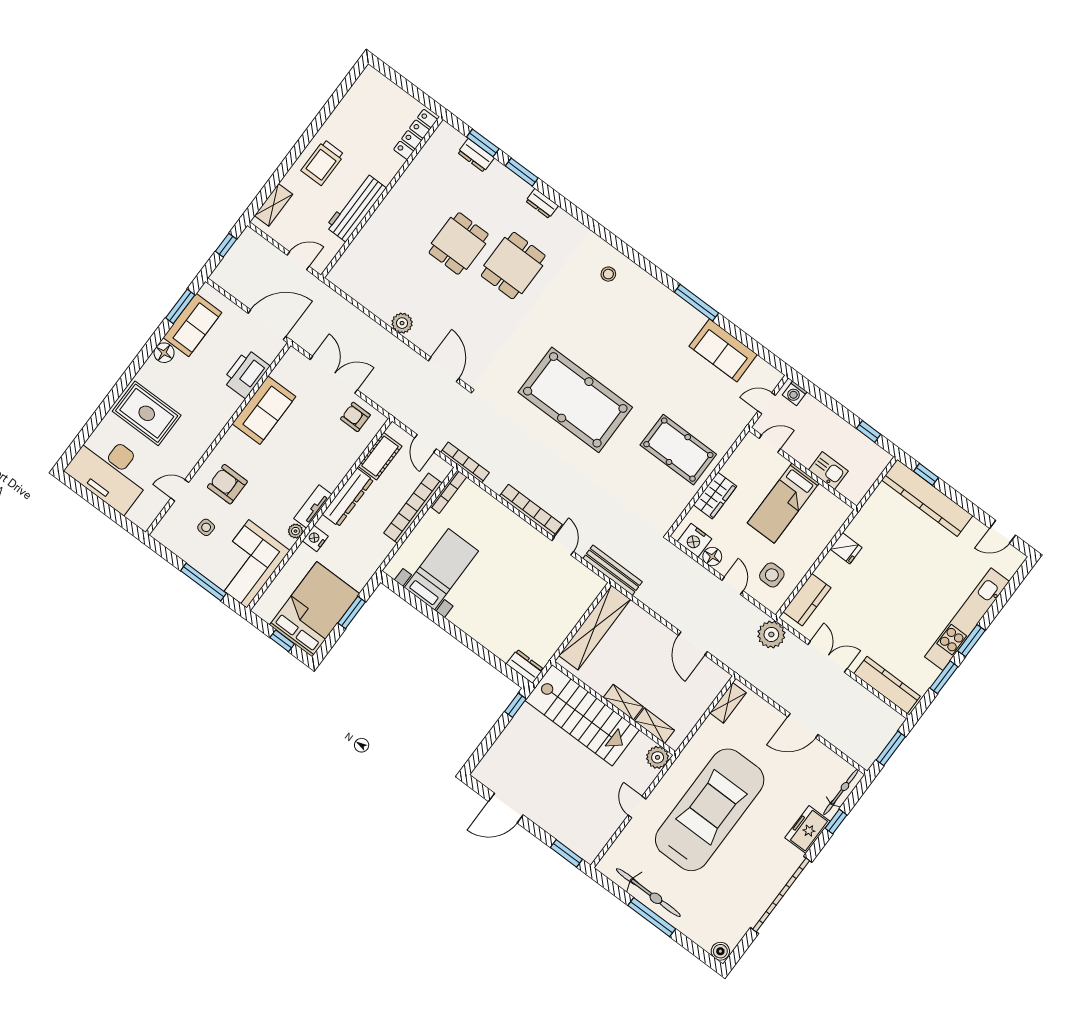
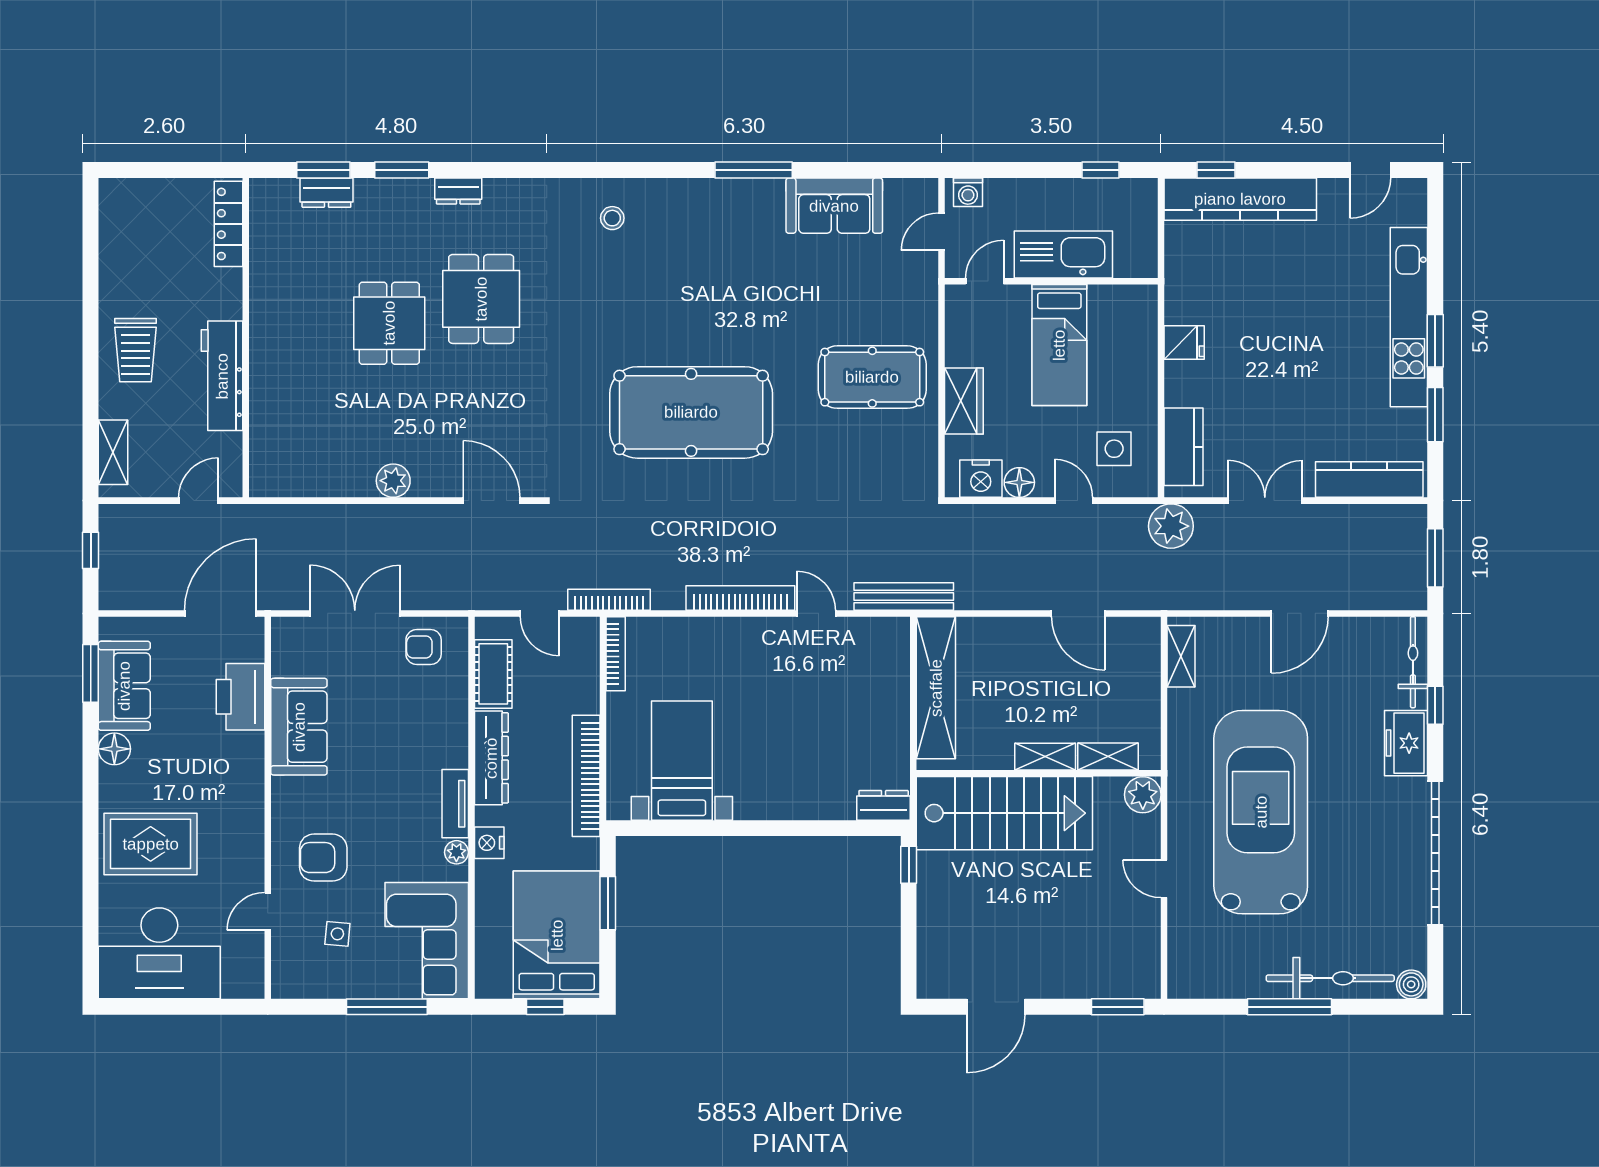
kitchen sink: (828, 470) -> (1063, 255), width x1.87, depth x1.24
bookcase: (413, 508) -> (586, 776), moved
bicycle: (648, 893) -> (1330, 978), moved

